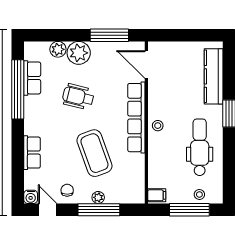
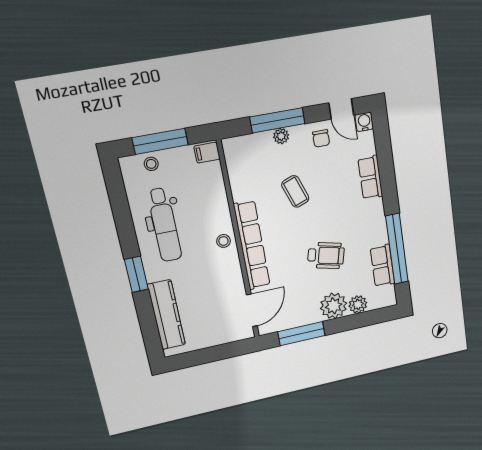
door: (146, 64) -> (252, 310), hinge flipped
coffee table: (94, 153) -> (295, 191), width x0.54, depth x0.58

